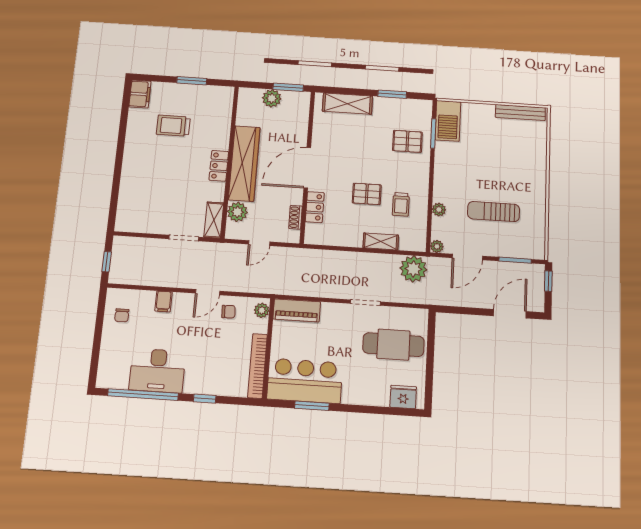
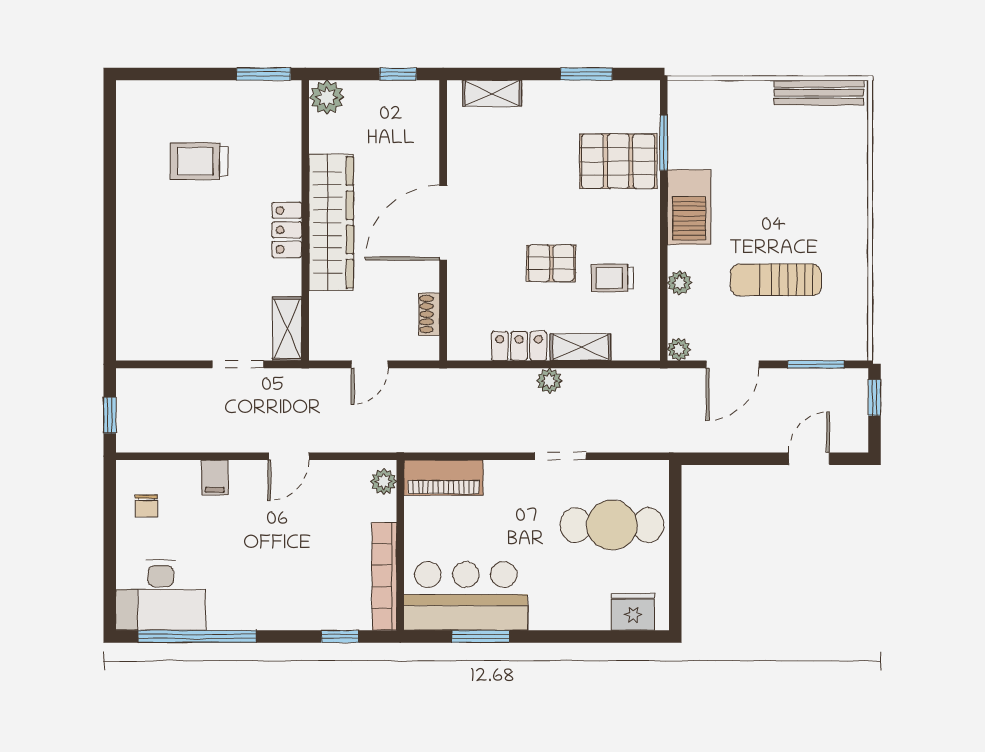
window: (192, 81) -> (264, 74), moved
window: (288, 87) -> (398, 74), width x0.67
filing cabinet: (140, 94) -> (133, 106), removed
plant: (272, 98) -> (327, 97), moved
shelving: (347, 104) -> (492, 93), width x0.67, depth x0.75
barbecue: (448, 121) -> (689, 207), moved
pallet: (407, 141) -> (618, 161), width x1.50, depth x1.42
trolley: (401, 204) -> (612, 278), turned 90
locker: (315, 207) -> (519, 346), moved, turned -90
plant: (237, 212) -> (327, 311), removed
plant: (413, 269) -> (549, 381), moved, width x0.53, depth x0.53
chair: (228, 312) -> (327, 488), removed
door: (510, 314) -> (809, 459), width x0.73
desk: (157, 371) -> (161, 595), moved
window: (205, 399) -> (340, 636), moved

